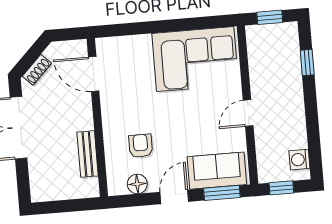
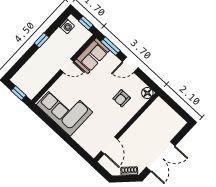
window: (307, 62) -> (42, 40), moved
bench: (88, 154) -> (145, 117), removed
sofa: (217, 171) -> (92, 56), moved, turned -90
floor lamp: (137, 184) -> (147, 93), moved

